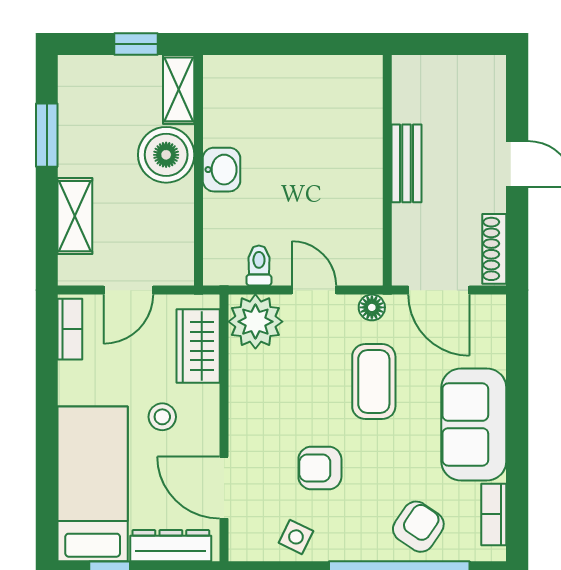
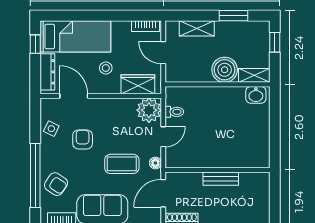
window: (136, 44) -> (275, 42), moved
washbasin: (222, 170) -> (256, 95), moved
door: (224, 488) -> (74, 96), hinge flipped

